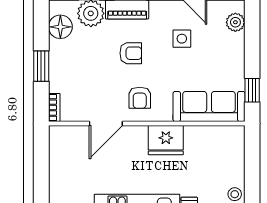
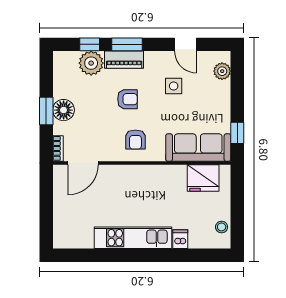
floor lamp: (60, 27) -> (64, 110), moved
door: (106, 124) -> (83, 163), moved
fridge: (166, 140) -> (203, 178), moved

